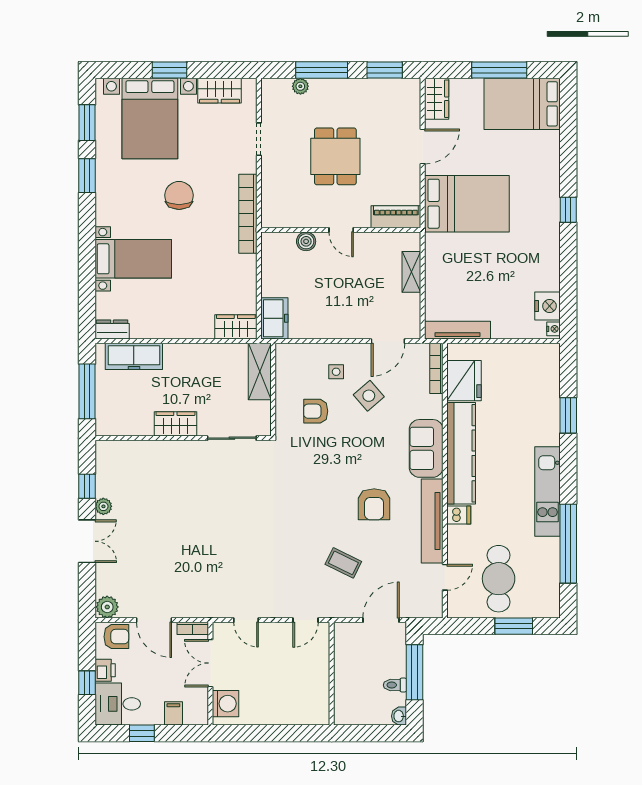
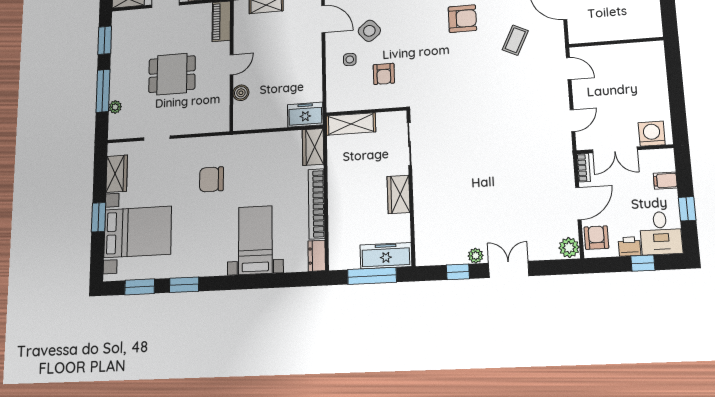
chair: (179, 195) -> (211, 179), moved
bookcase: (248, 214) -> (316, 204), moved, turned 90
freezer: (134, 356) -> (386, 256), moved, turned -90

